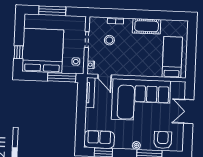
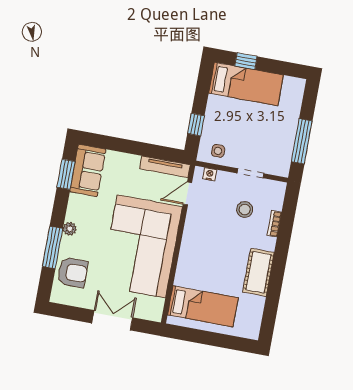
window: (52, 11) -> (302, 141), moved
bed: (43, 51) -> (246, 84), width x0.49
window: (62, 77) -> (196, 125), width x0.46

